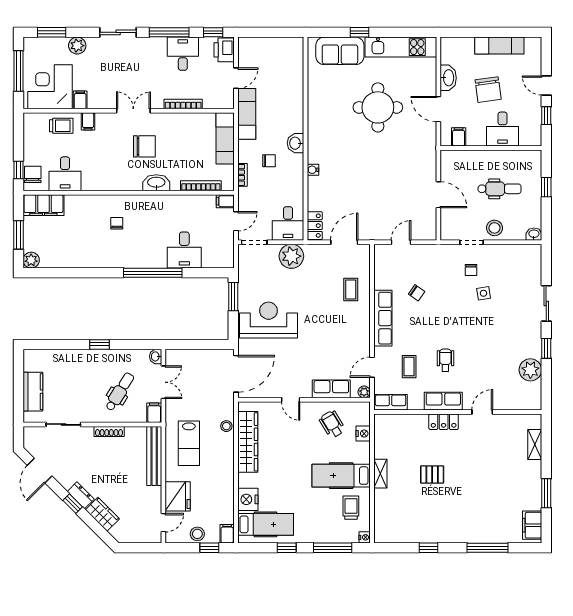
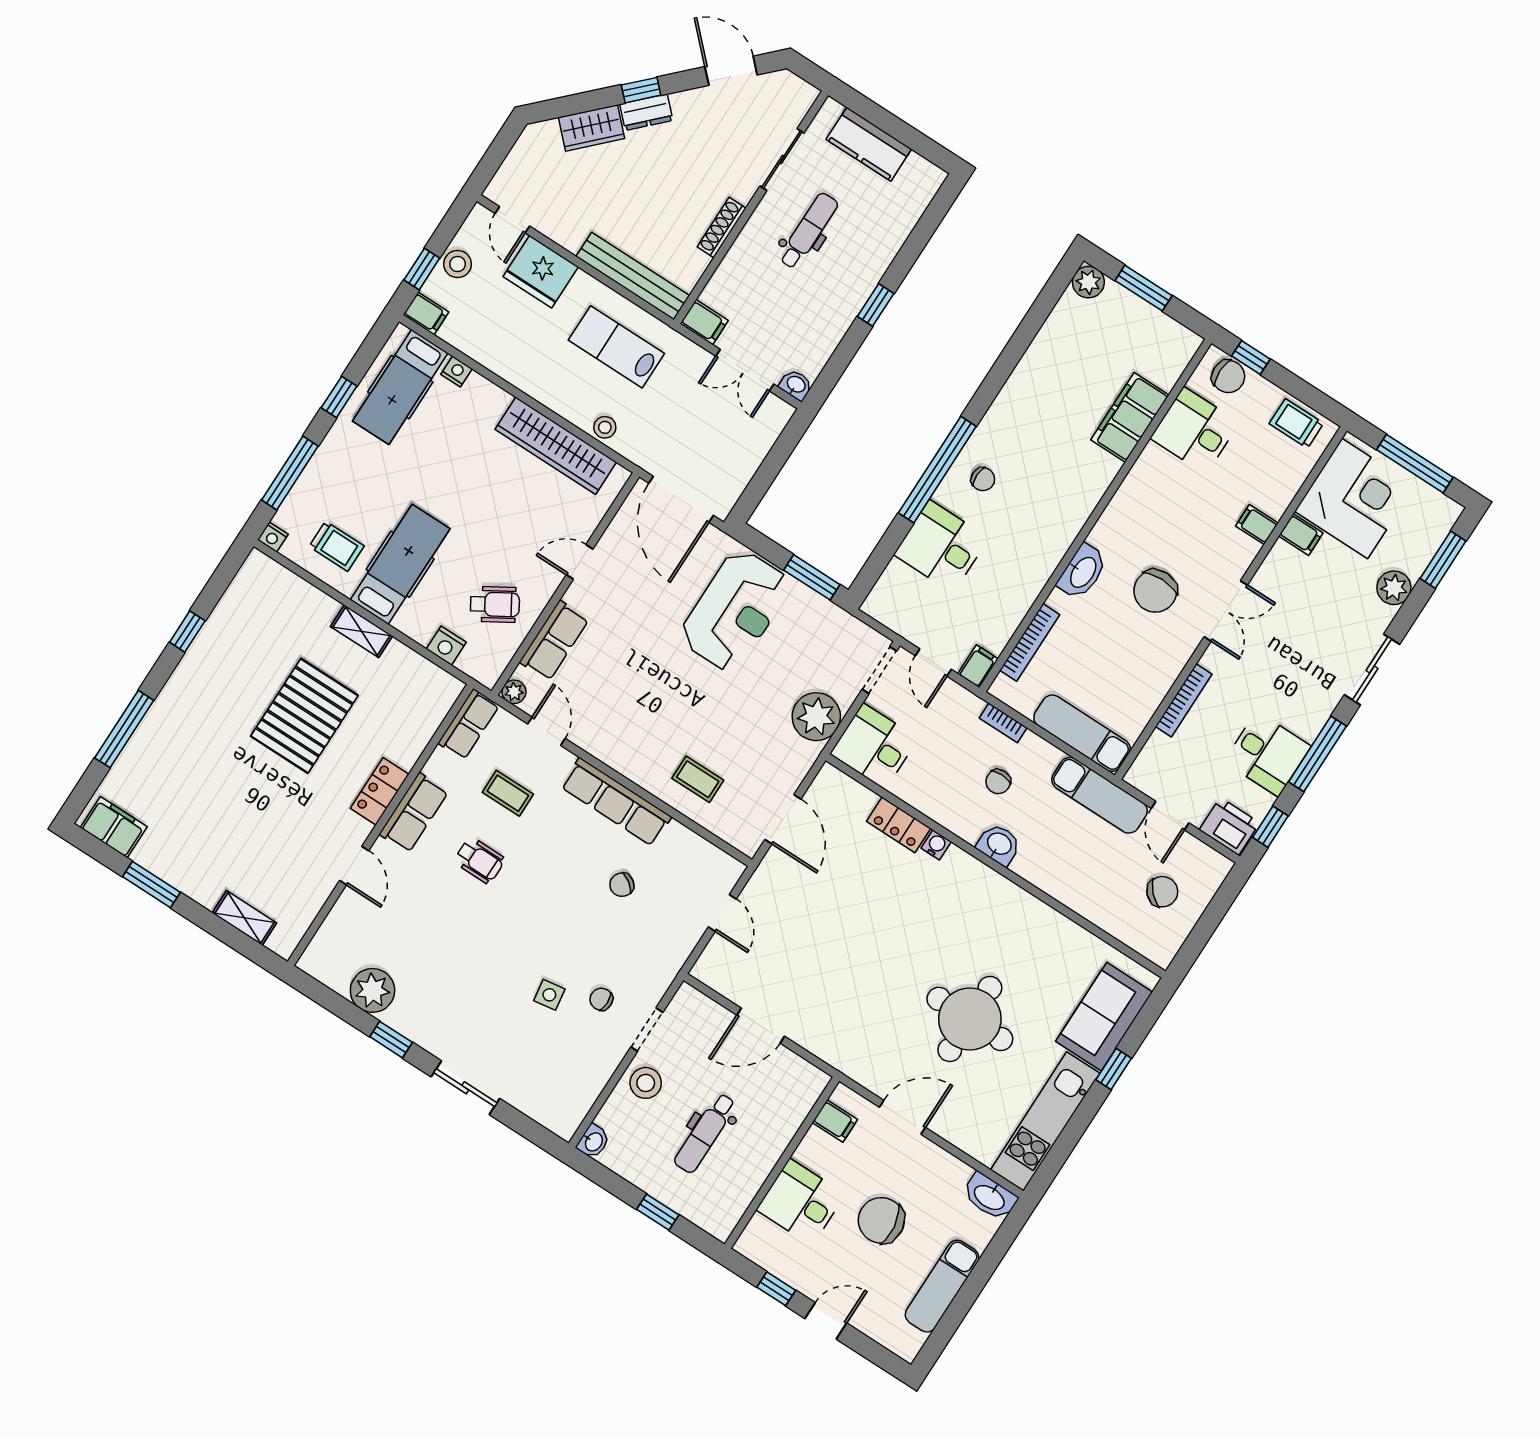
chair: (271, 60) -> (1162, 892), added
washbasin: (448, 78) -> (990, 1197), moved
trolley: (61, 126) -> (1296, 423), moved, turned 90
filing cabinet: (43, 205) -> (1130, 417), moved
chair: (117, 223) -> (983, 479), moved
locker: (315, 226) -> (899, 825), moved
dental chair: (120, 392) -> (809, 231), moved, turned -122
pallet: (432, 475) -> (304, 716), width x2.05, depth x2.00
nightstand: (248, 499) -> (457, 372), width x0.53, depth x0.56

